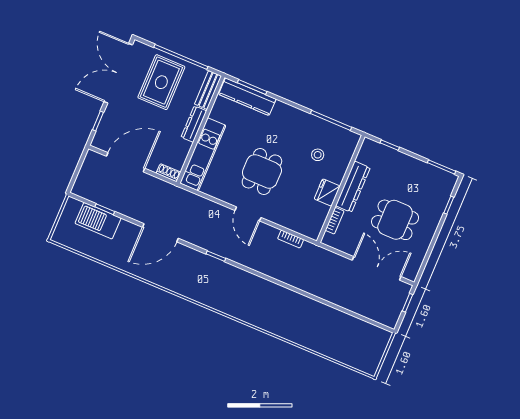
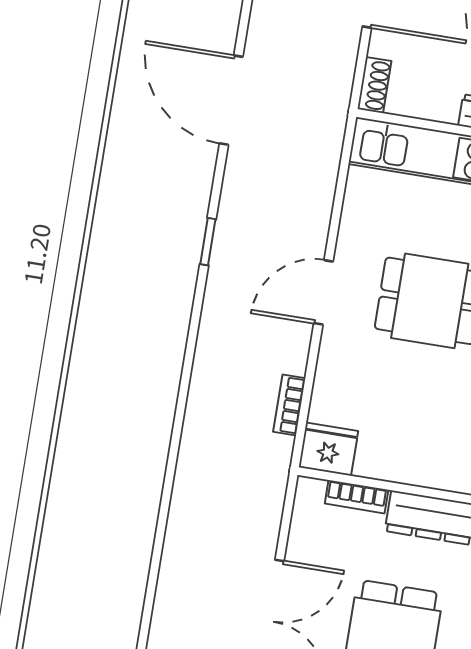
fridge: (327, 192) -> (328, 449), moved

